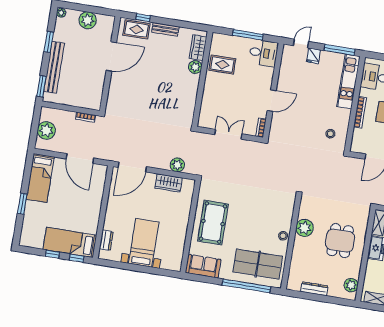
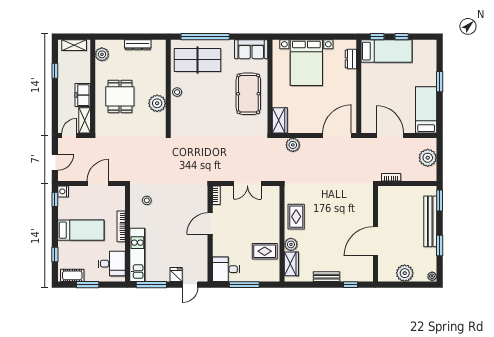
rug: (137, 29) -> (296, 217), moved, turned 90
wardrobe: (169, 183) -> (280, 120), moved, turned 90
bed with nightstands: (144, 243) -> (306, 63), width x1.36

